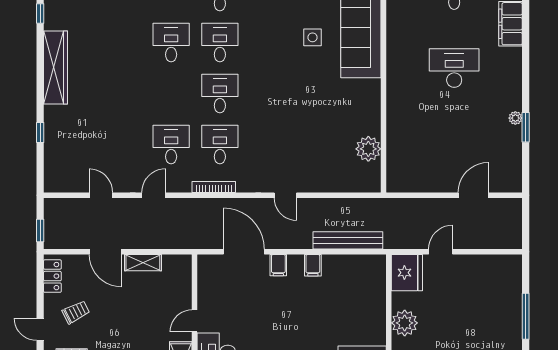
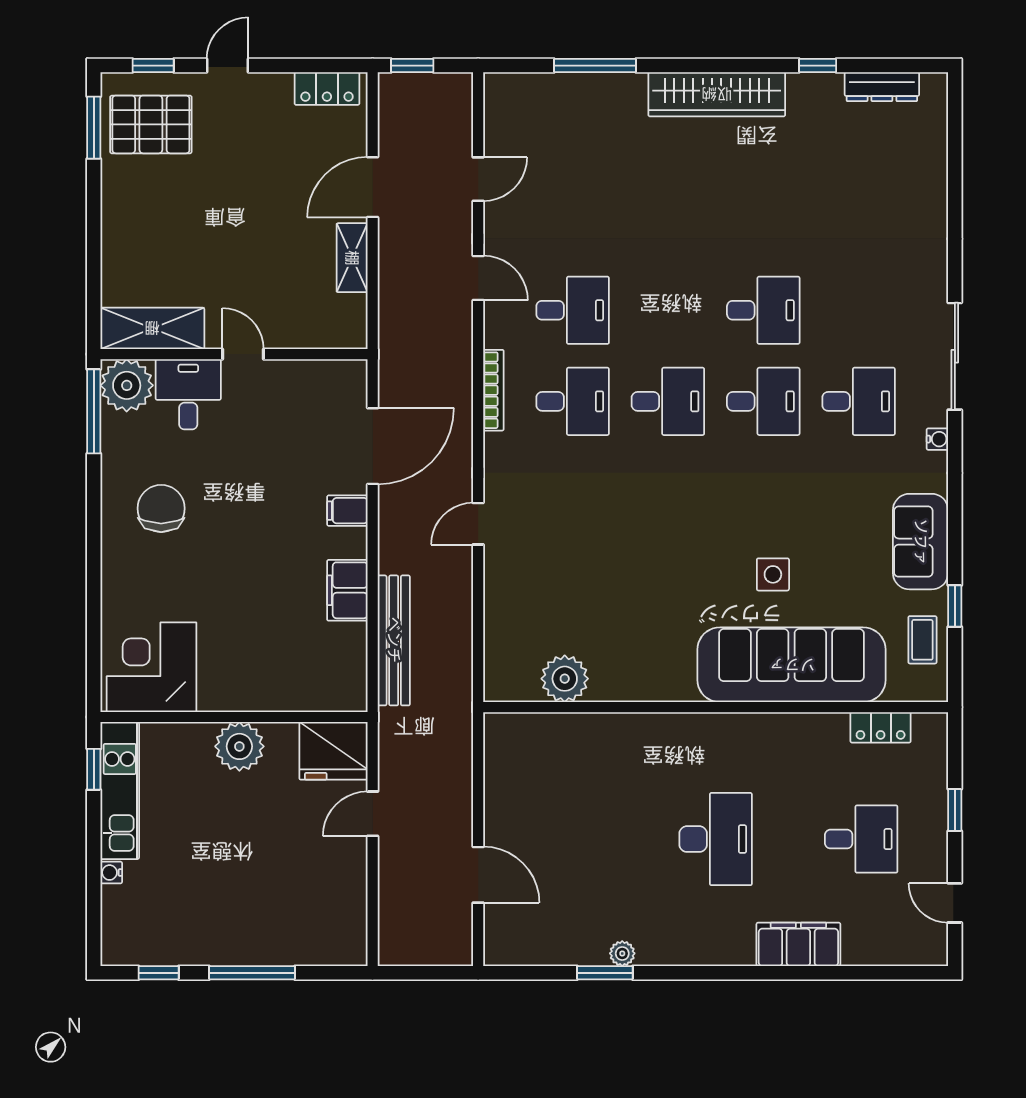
window: (40, 133) -> (595, 66), width x2.17
door: (441, 252) -> (373, 814), swing flipped
filing cabinet: (313, 265) -> (347, 590), width x2.00
trolley: (76, 312) -> (260, 132), removed

